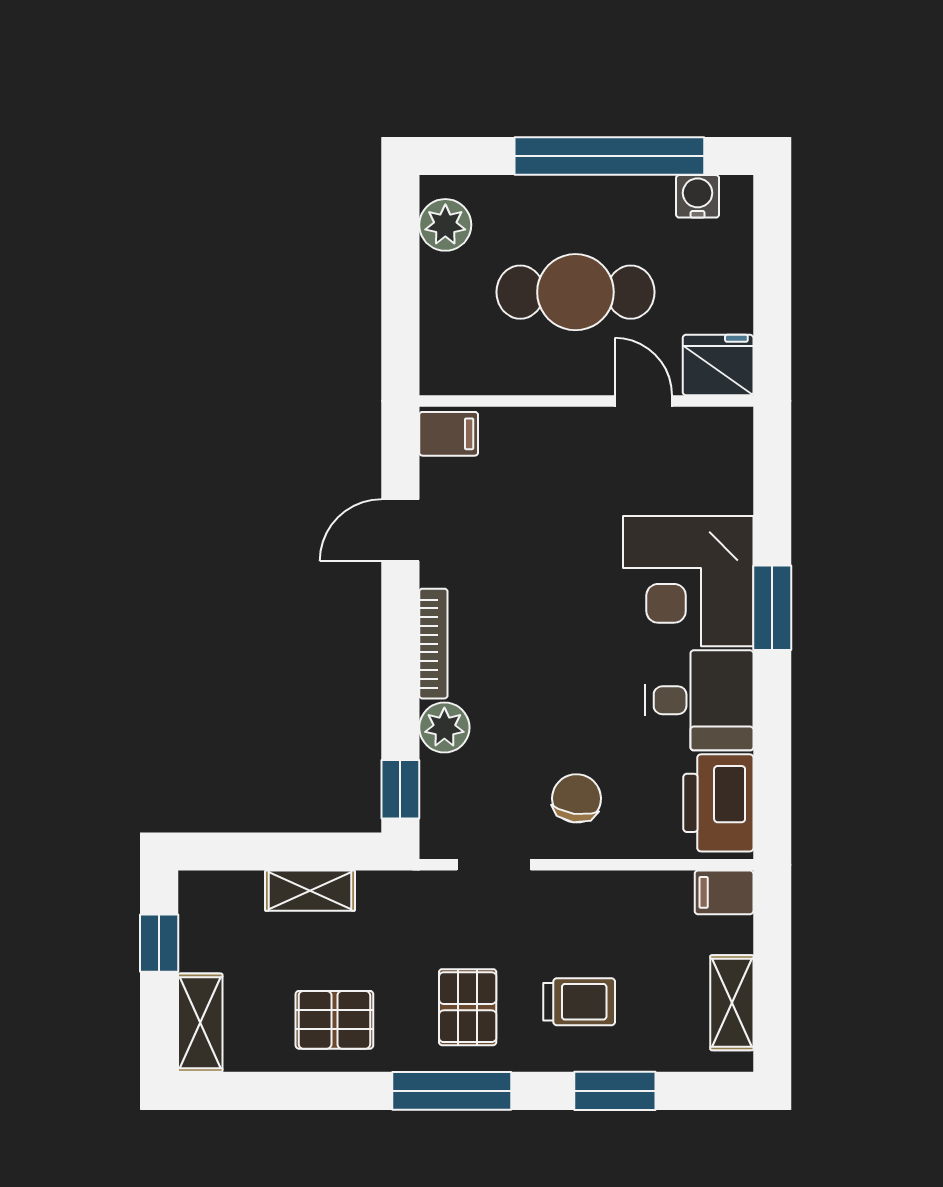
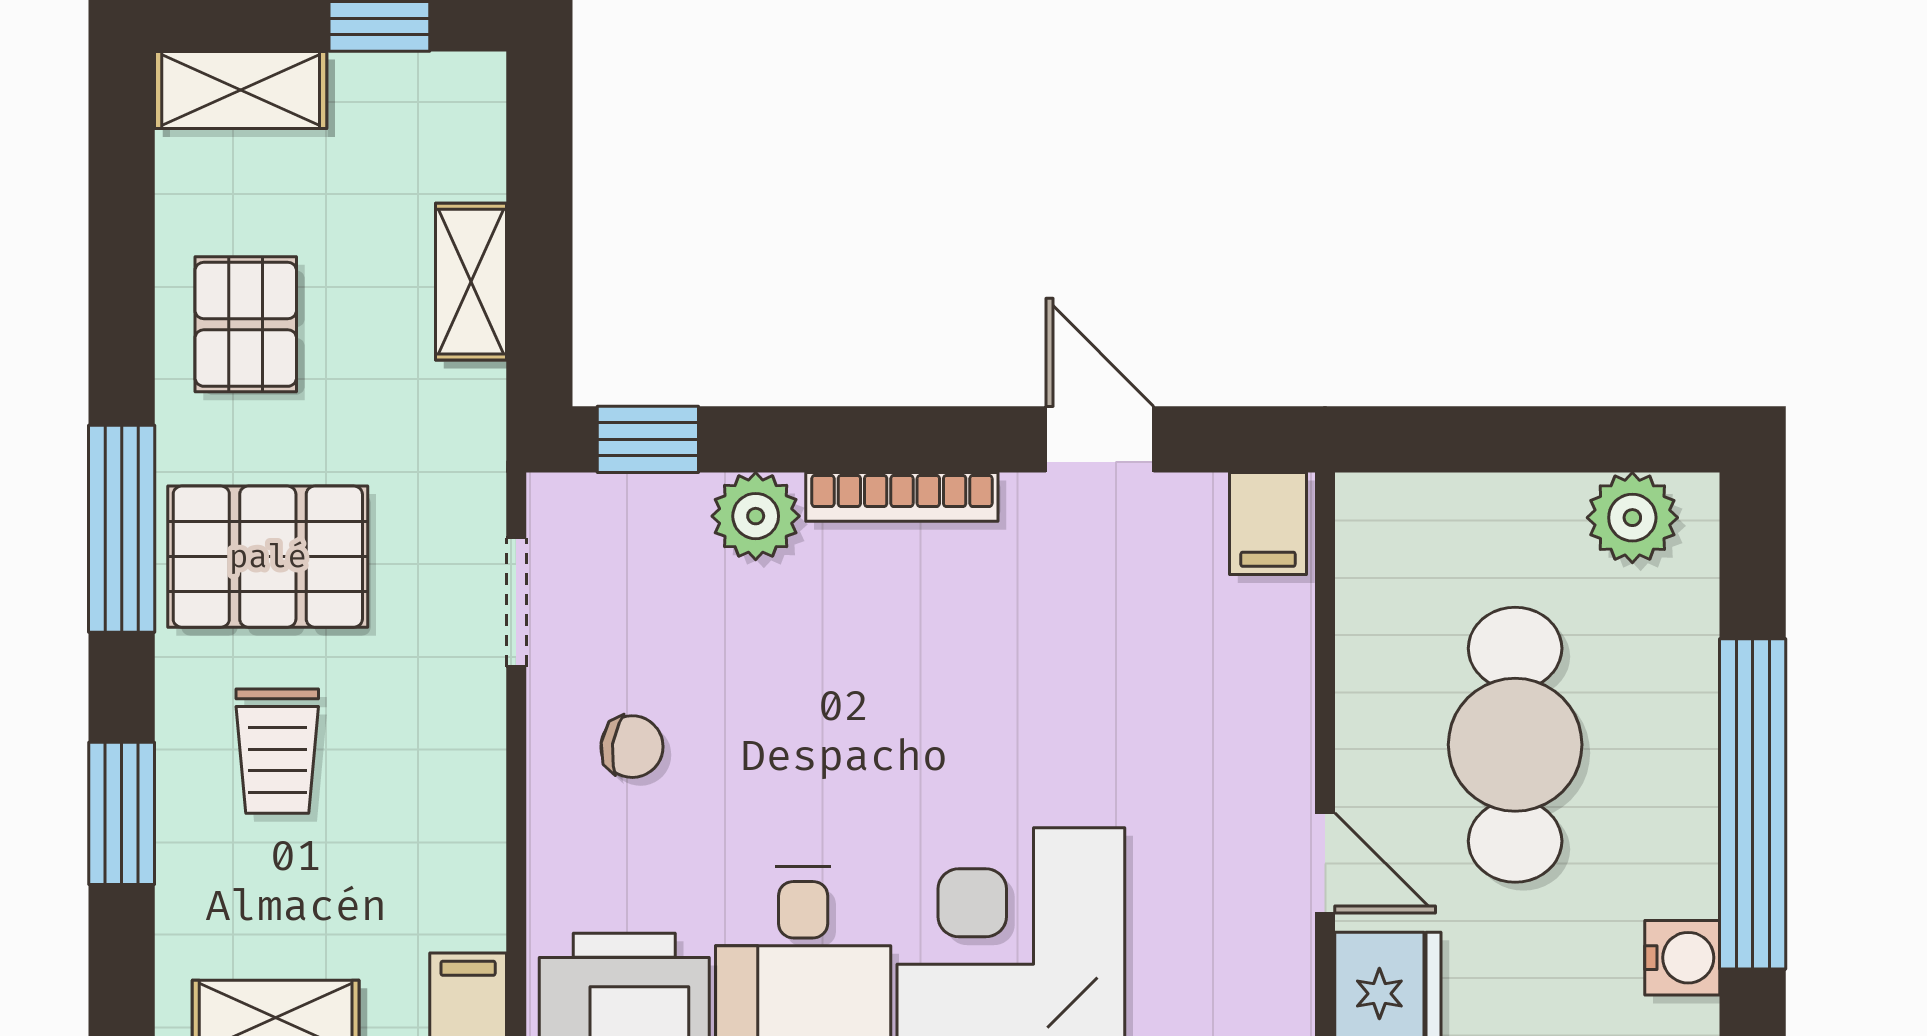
door: (643, 401) -> (1325, 863), hinge flipped
chair: (577, 798) -> (632, 747), width x0.73, depth x0.73
pallet: (468, 1007) -> (268, 557), width x1.50, depth x1.42

